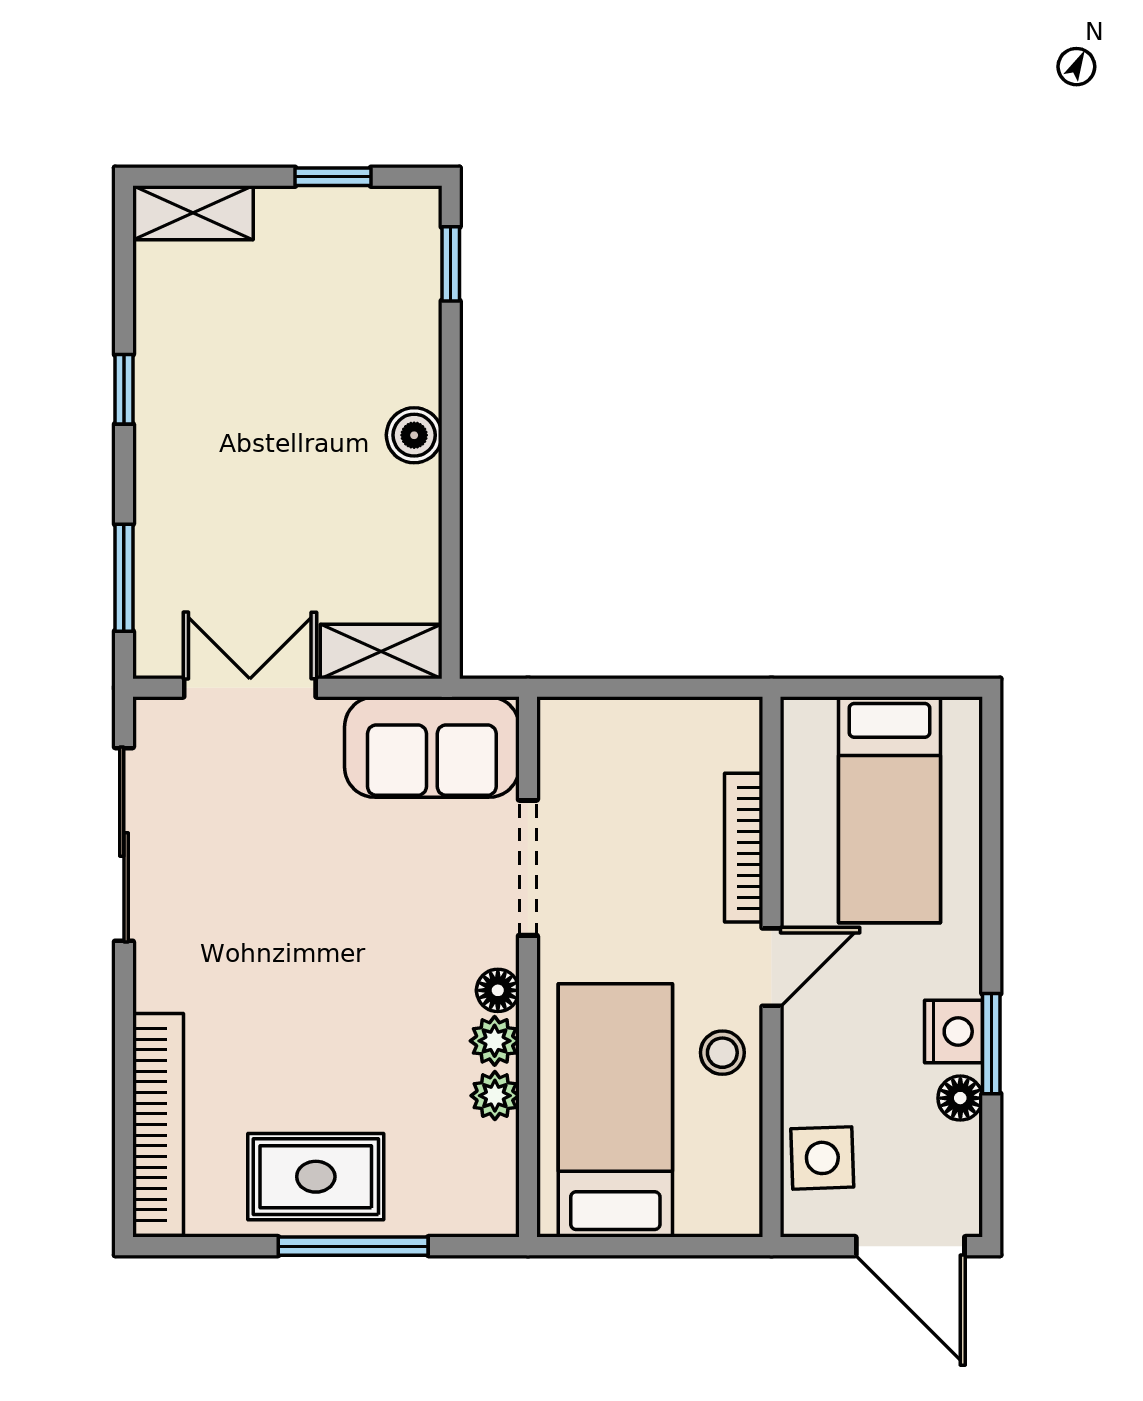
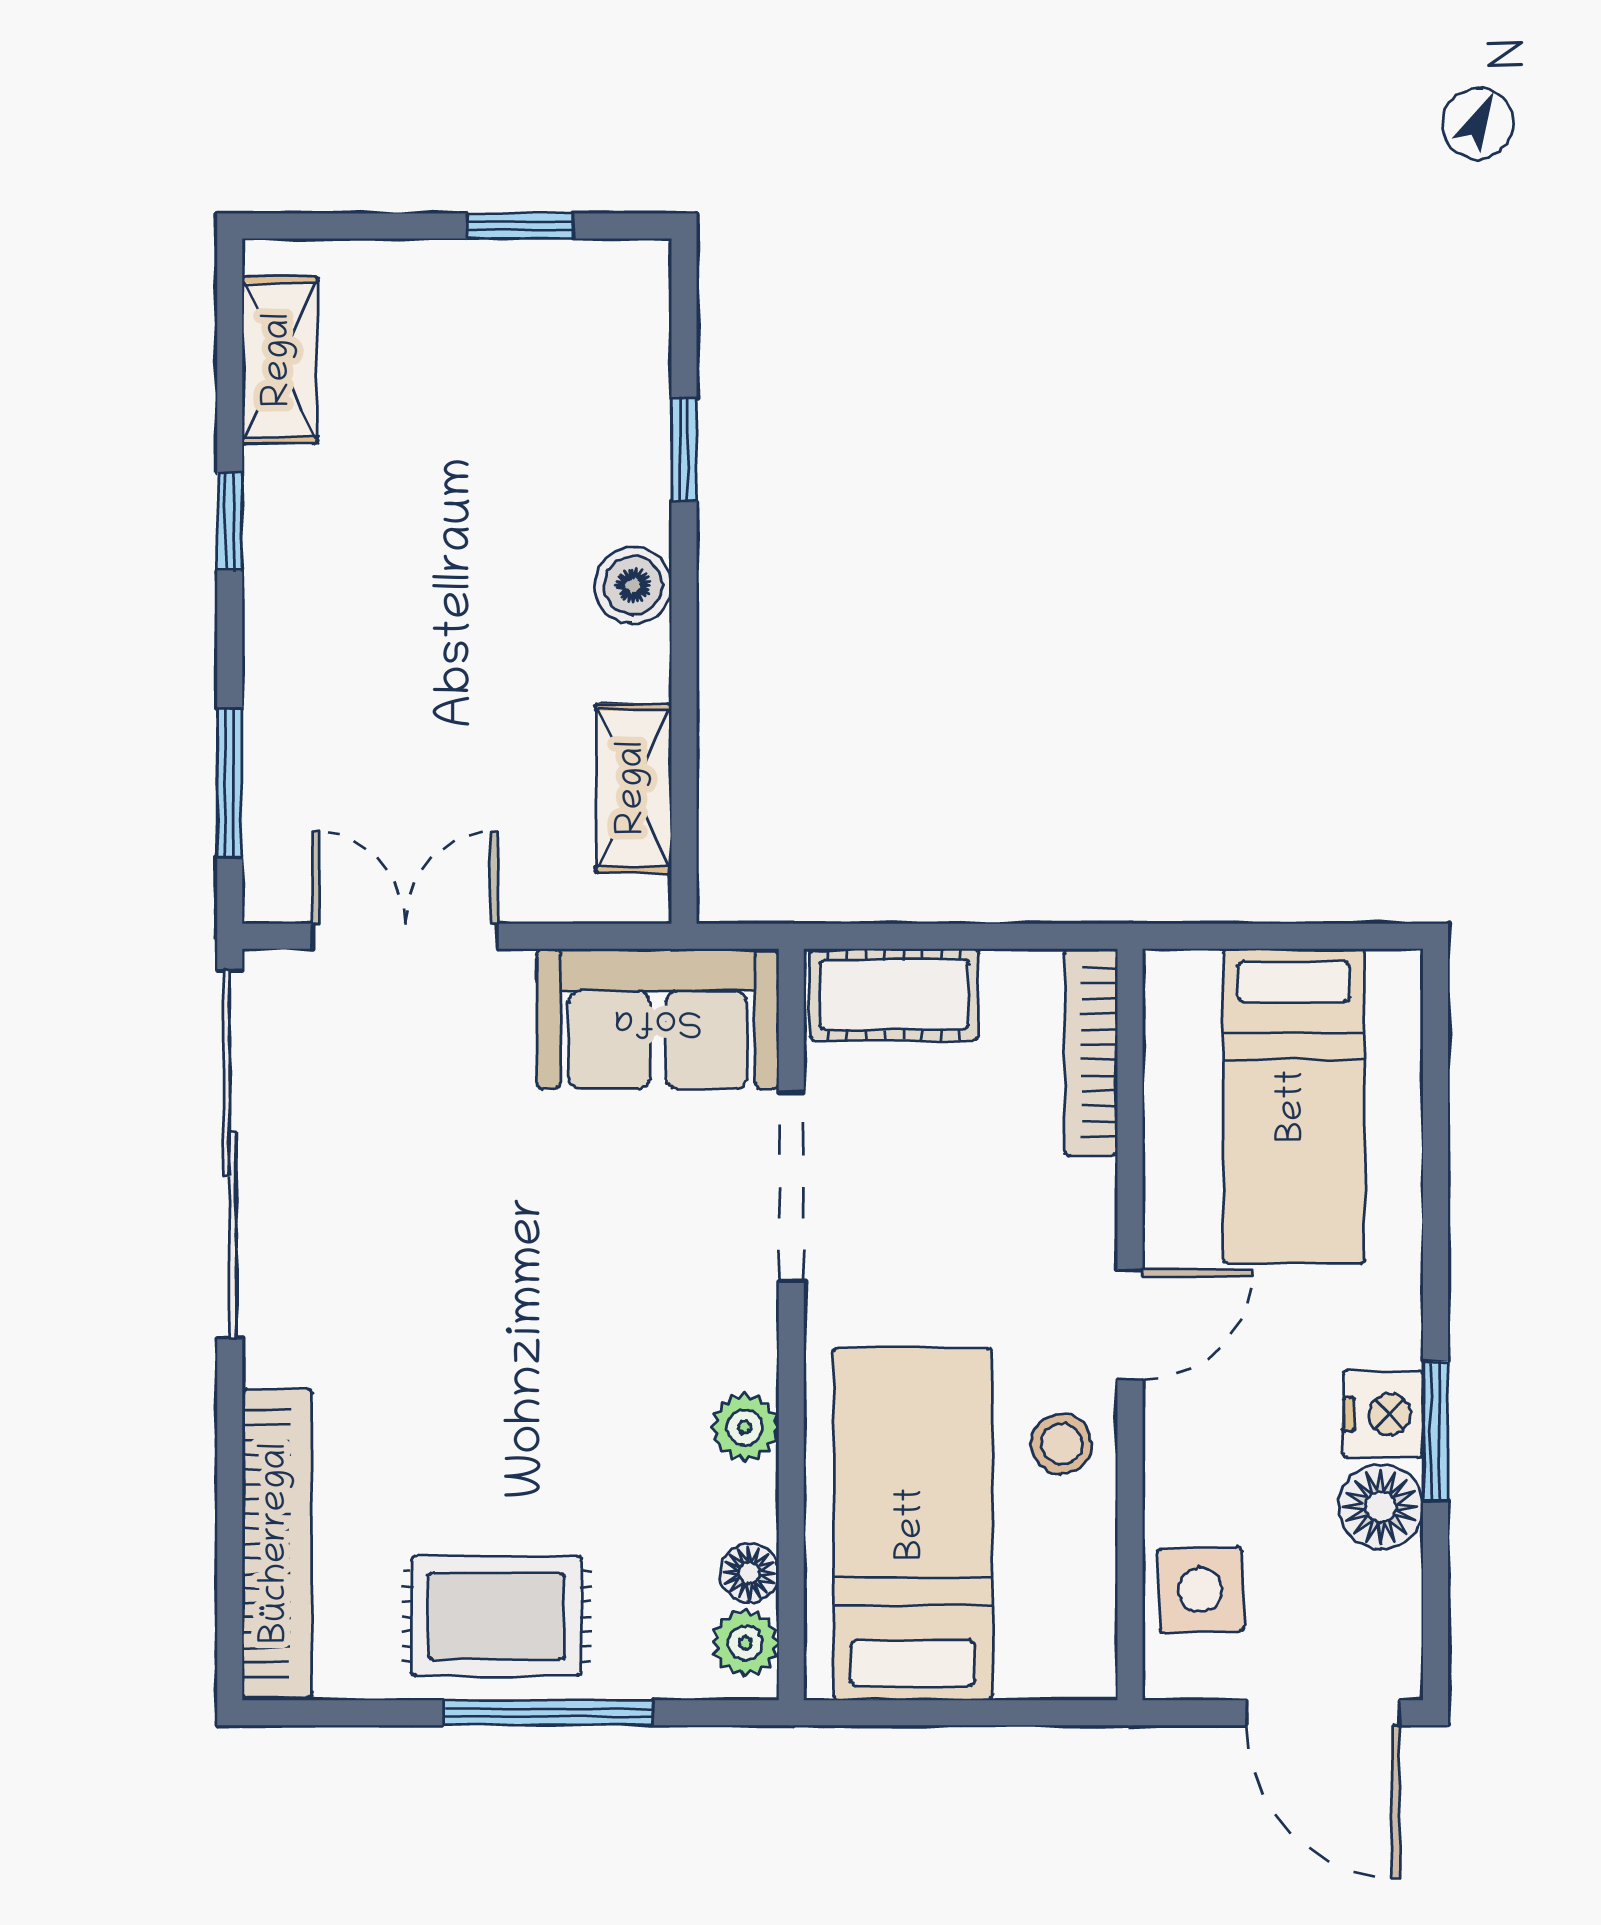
shelving: (193, 213) -> (280, 360), moved, turned 90
window: (451, 264) -> (684, 449), moved
shelving: (381, 651) -> (634, 788), moved, turned 90
cot: (602, 730) -> (894, 995), added
sliding door: (124, 844) -> (230, 1154), width x1.36
bookcase: (744, 848) -> (1091, 1052), moved
floor lamp: (498, 990) -> (749, 1573), moved
plant: (495, 1096) -> (745, 1643), moved
floor lamp: (960, 1098) -> (1381, 1507), width x1.37, depth x1.37

